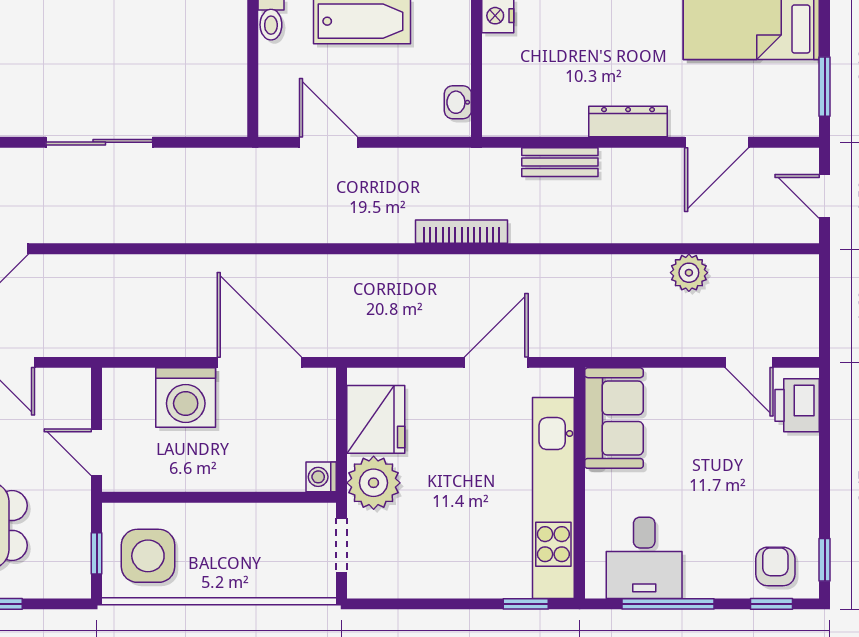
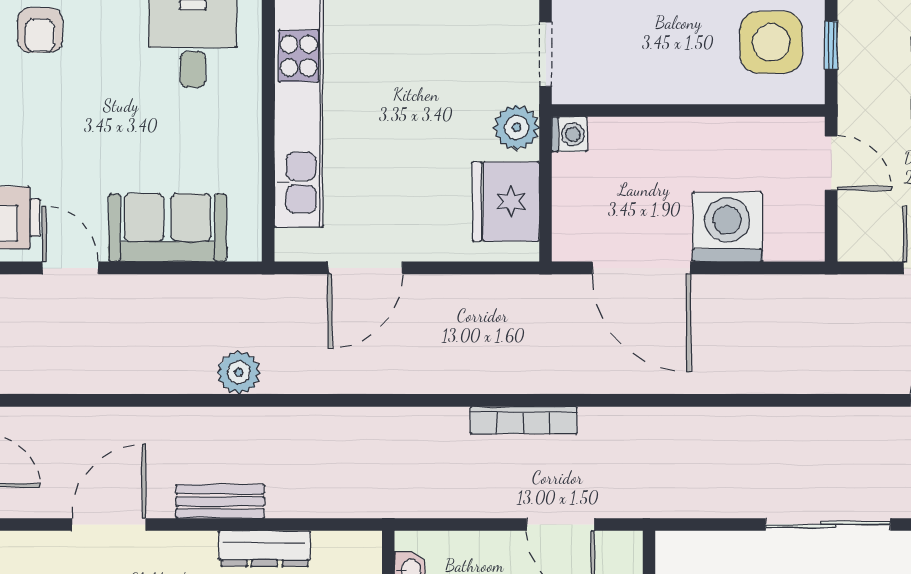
dresser: (628, 122) -> (265, 549), moved
bench: (560, 162) -> (220, 501), moved
bookcase: (462, 232) -> (524, 420), moved
plant: (689, 273) -> (239, 372), moved
sofa: (614, 418) -> (167, 228), moved, turned 90
plant: (374, 483) -> (517, 127), width x0.73, depth x0.73

